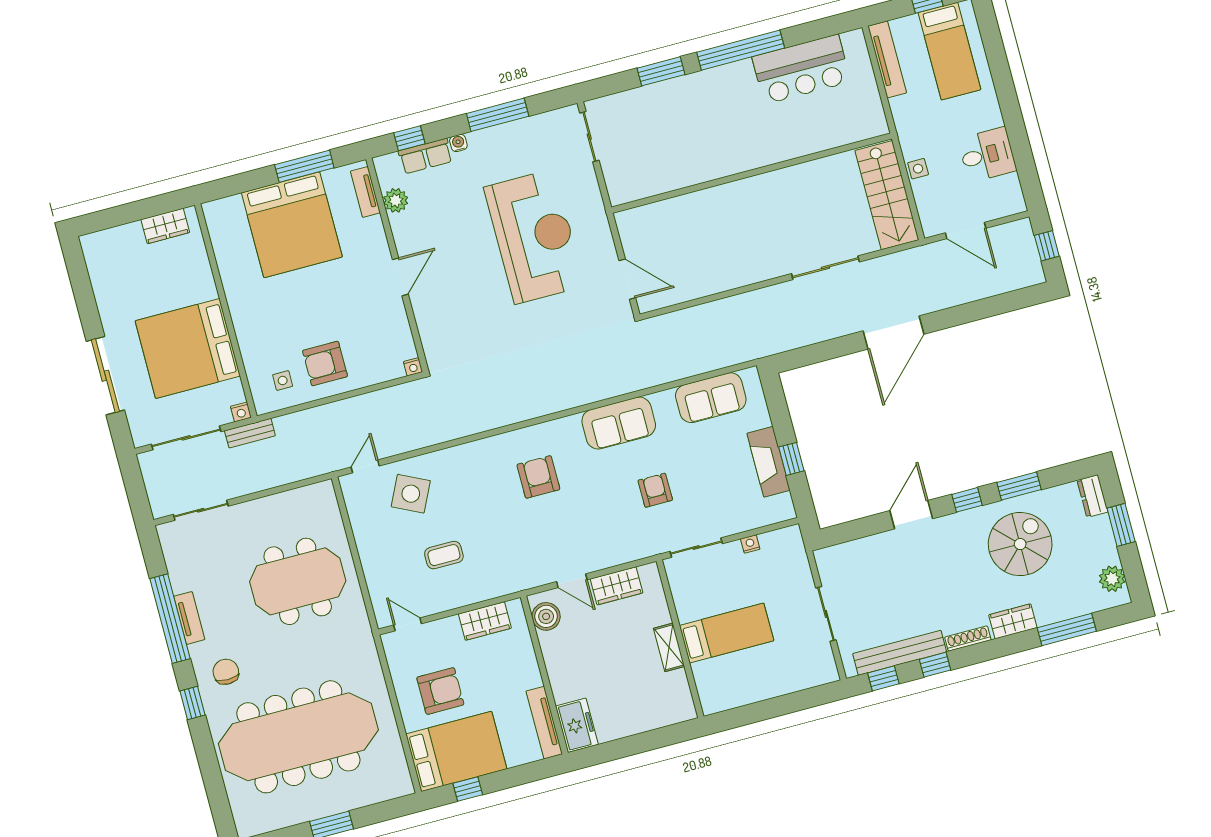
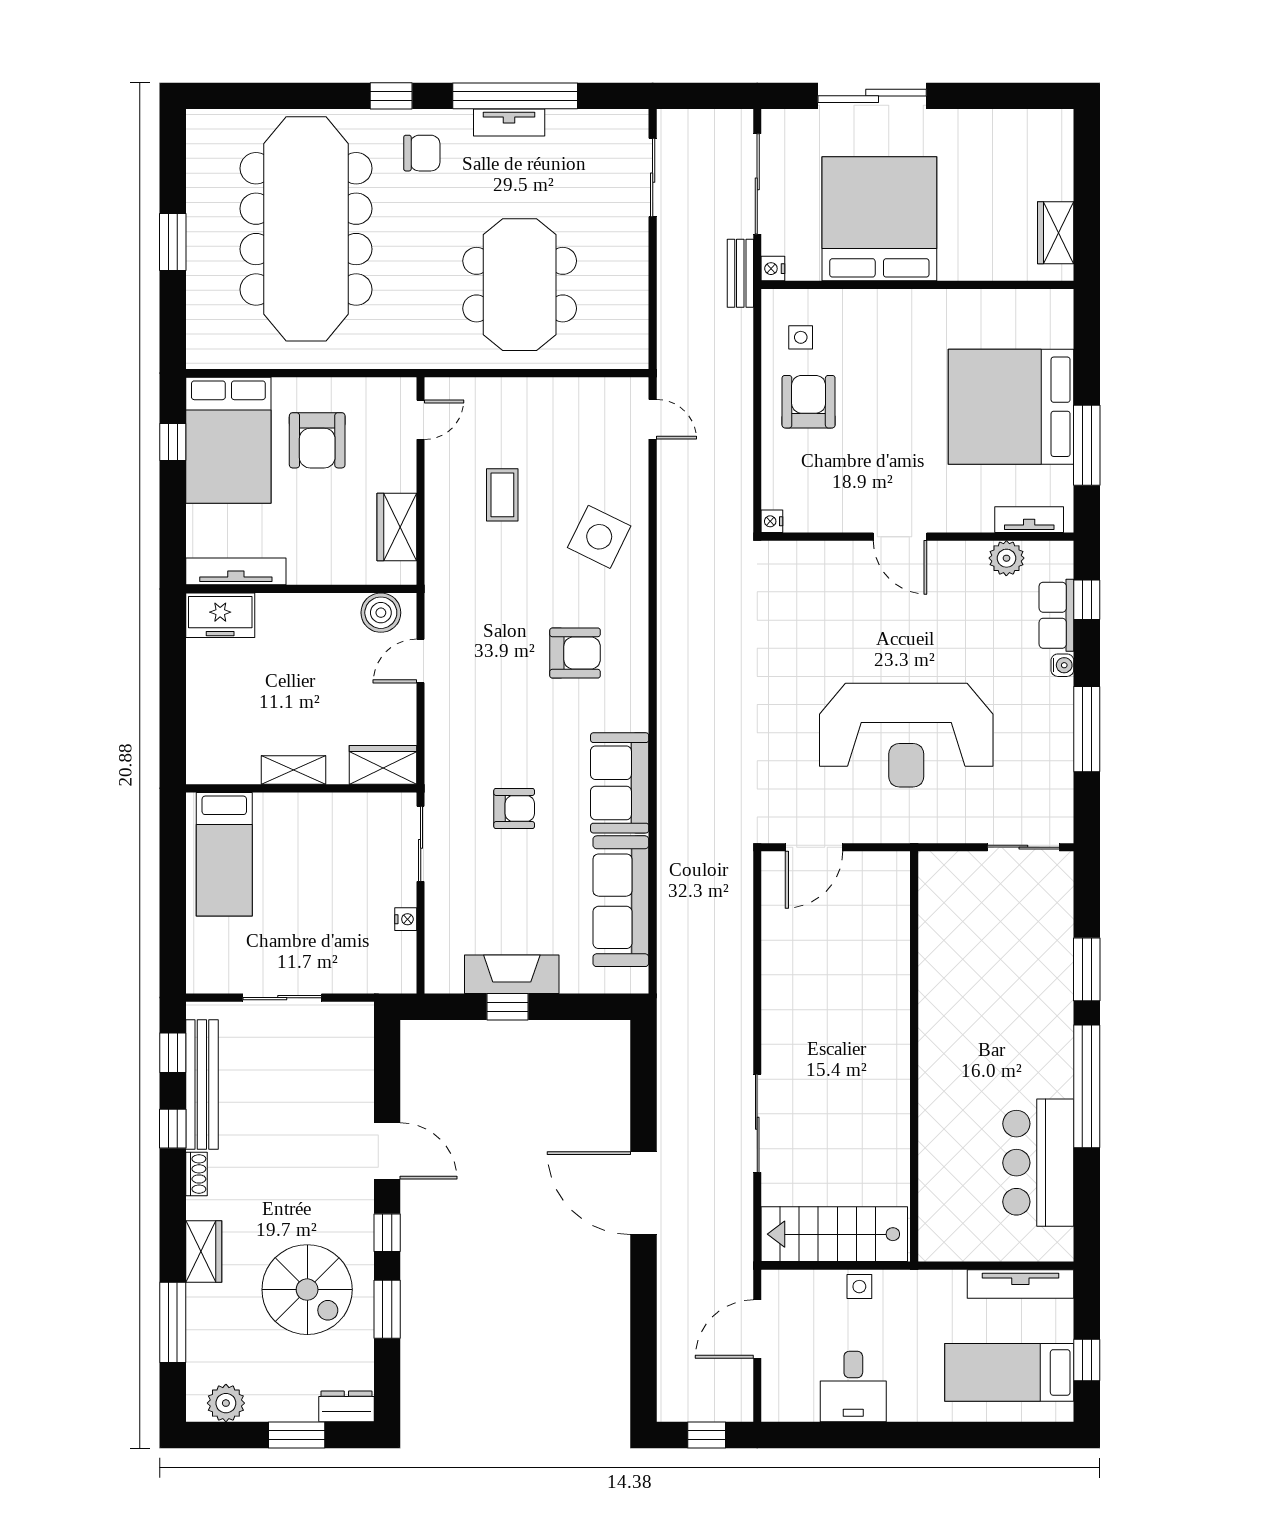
sofa: (711, 398) -> (621, 901), width x1.36
side table: (411, 494) -> (599, 537), moved
wardrobe: (617, 586) -> (383, 765), moved, turned 90
bed: (727, 633) -> (224, 854), moved
shoe rack: (968, 639) -> (196, 1174), width x0.70

